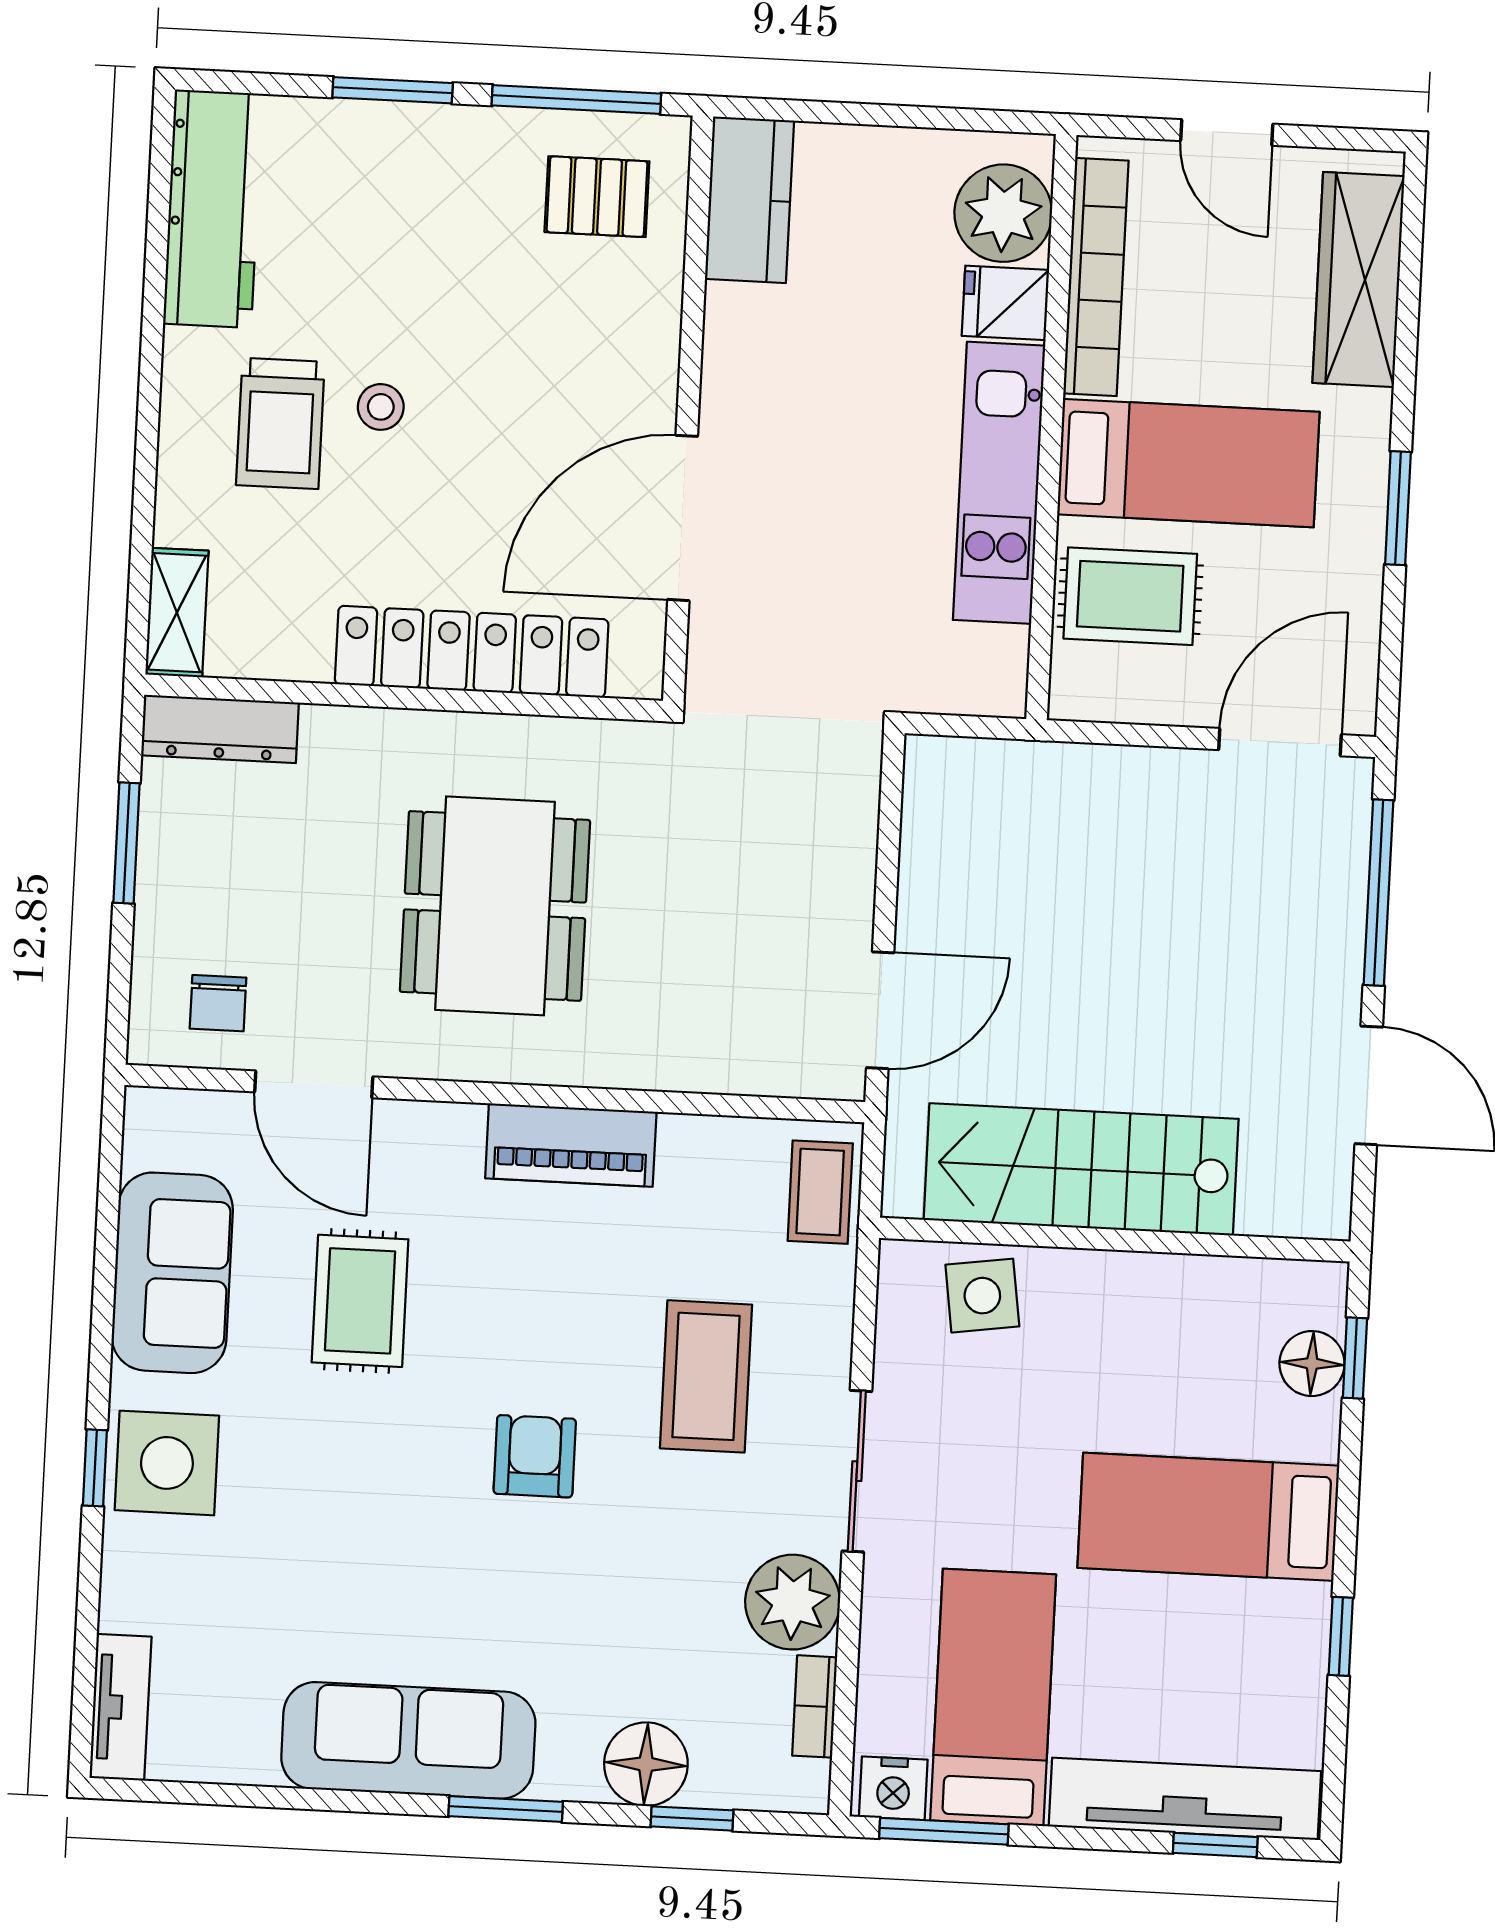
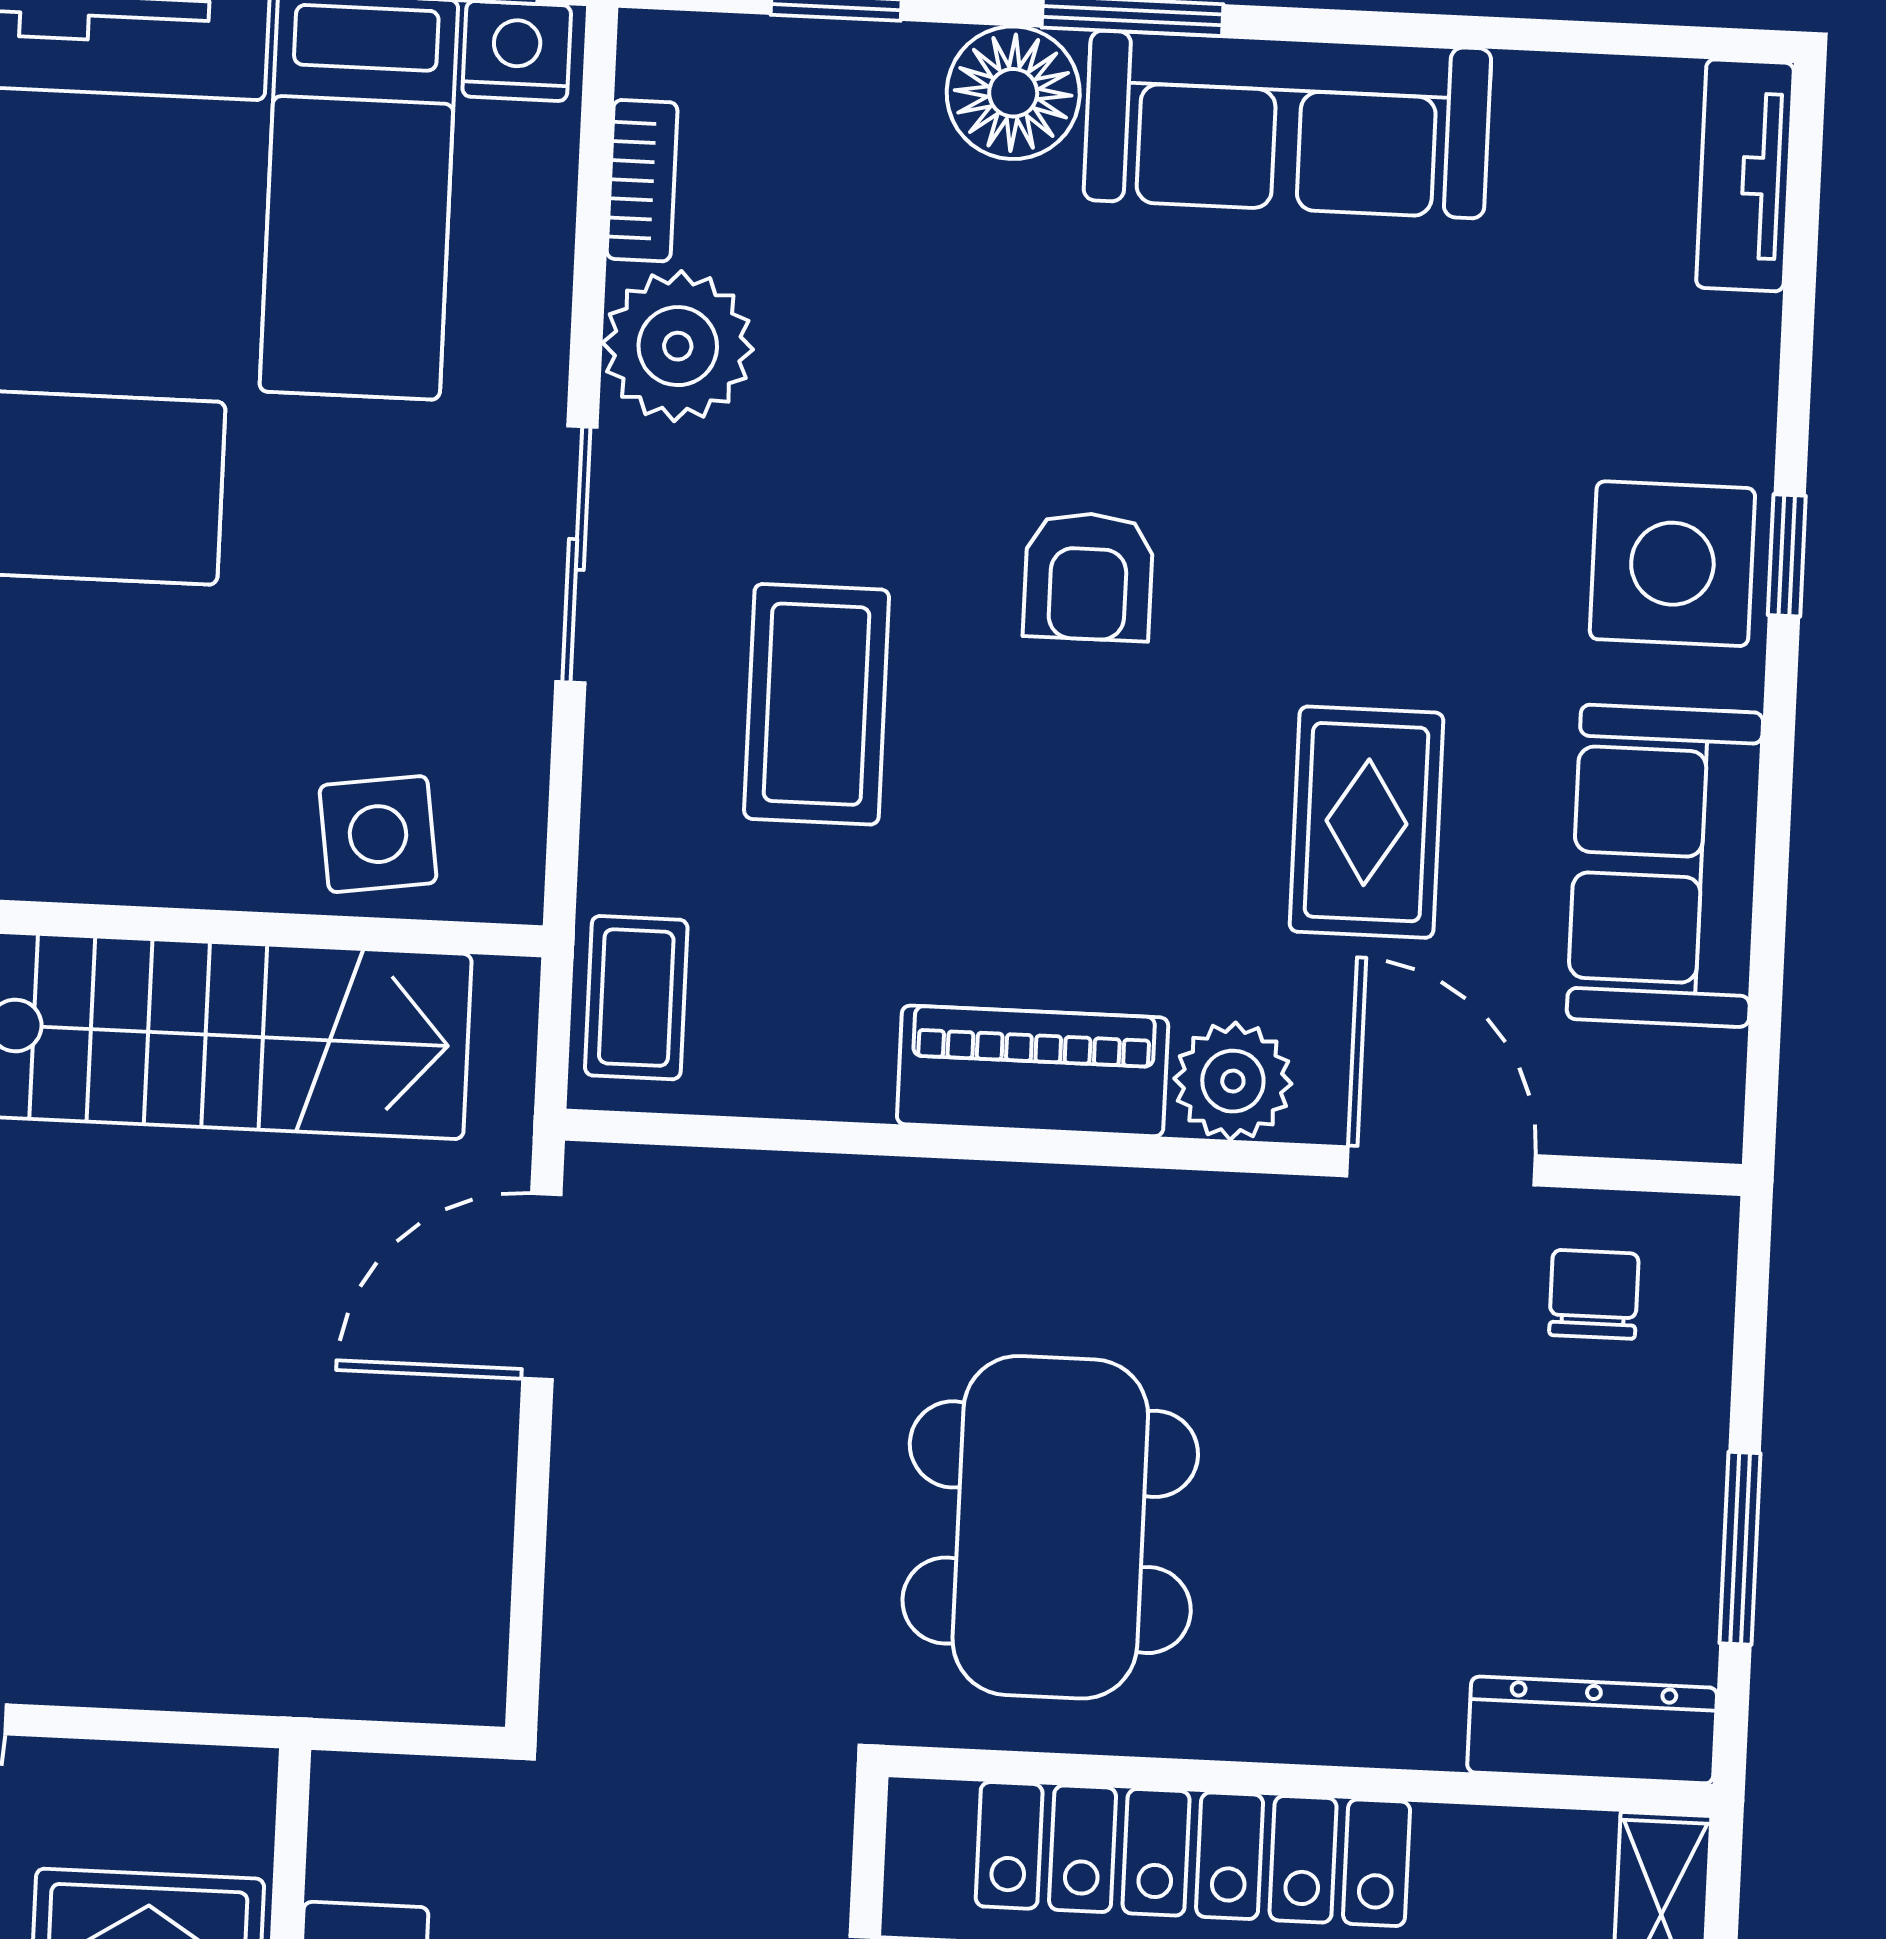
dining table: (495, 906) -> (1050, 1527), moved
plant: (445, 1138) -> (1233, 1081), added
floor lamp: (646, 1764) -> (1013, 93), moved

